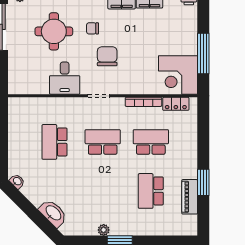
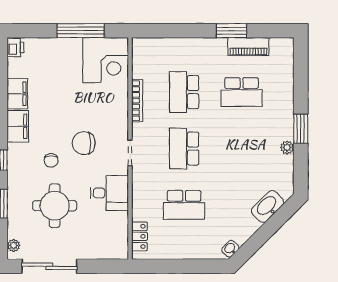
locker: (176, 104) -> (139, 236), moved

